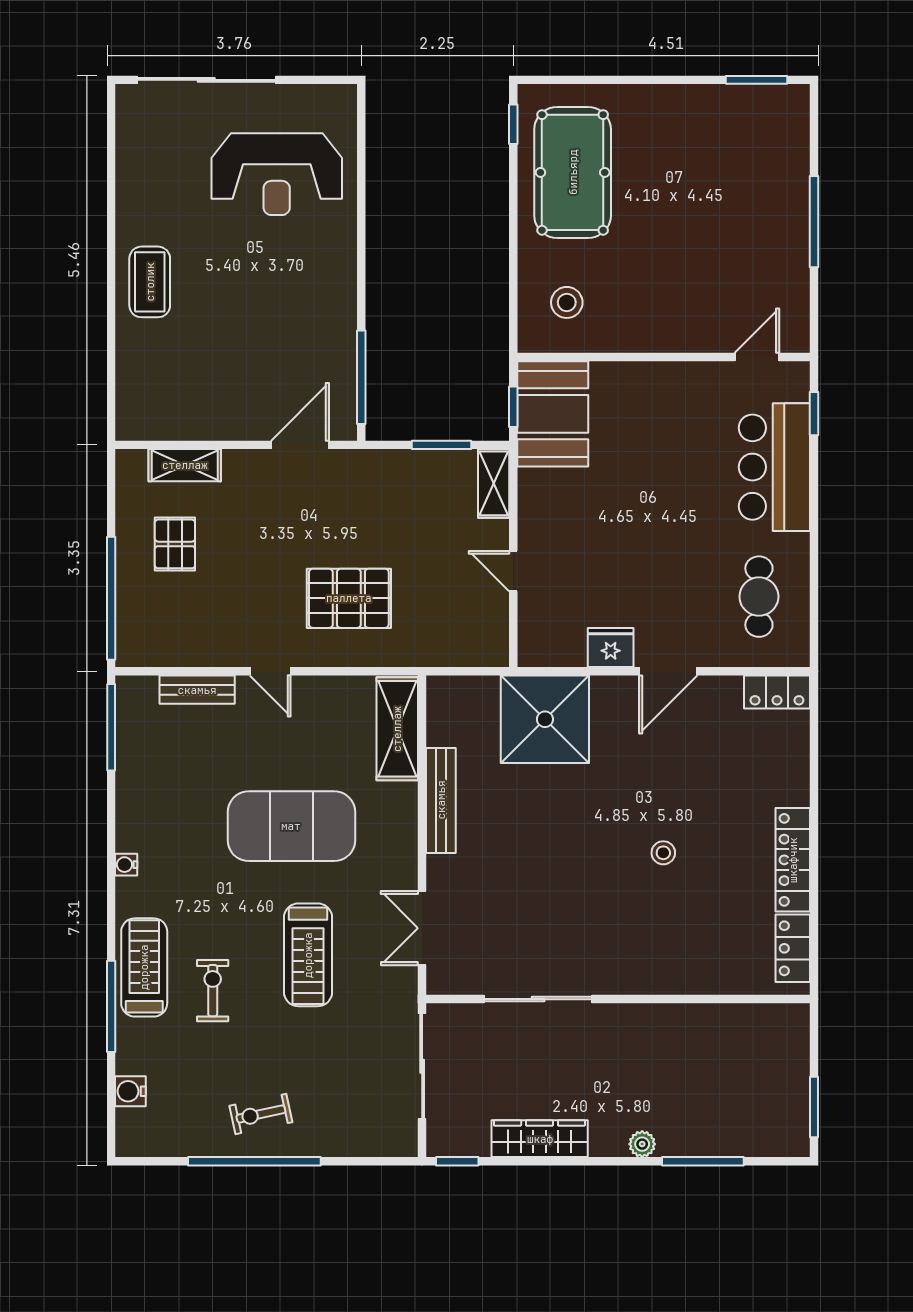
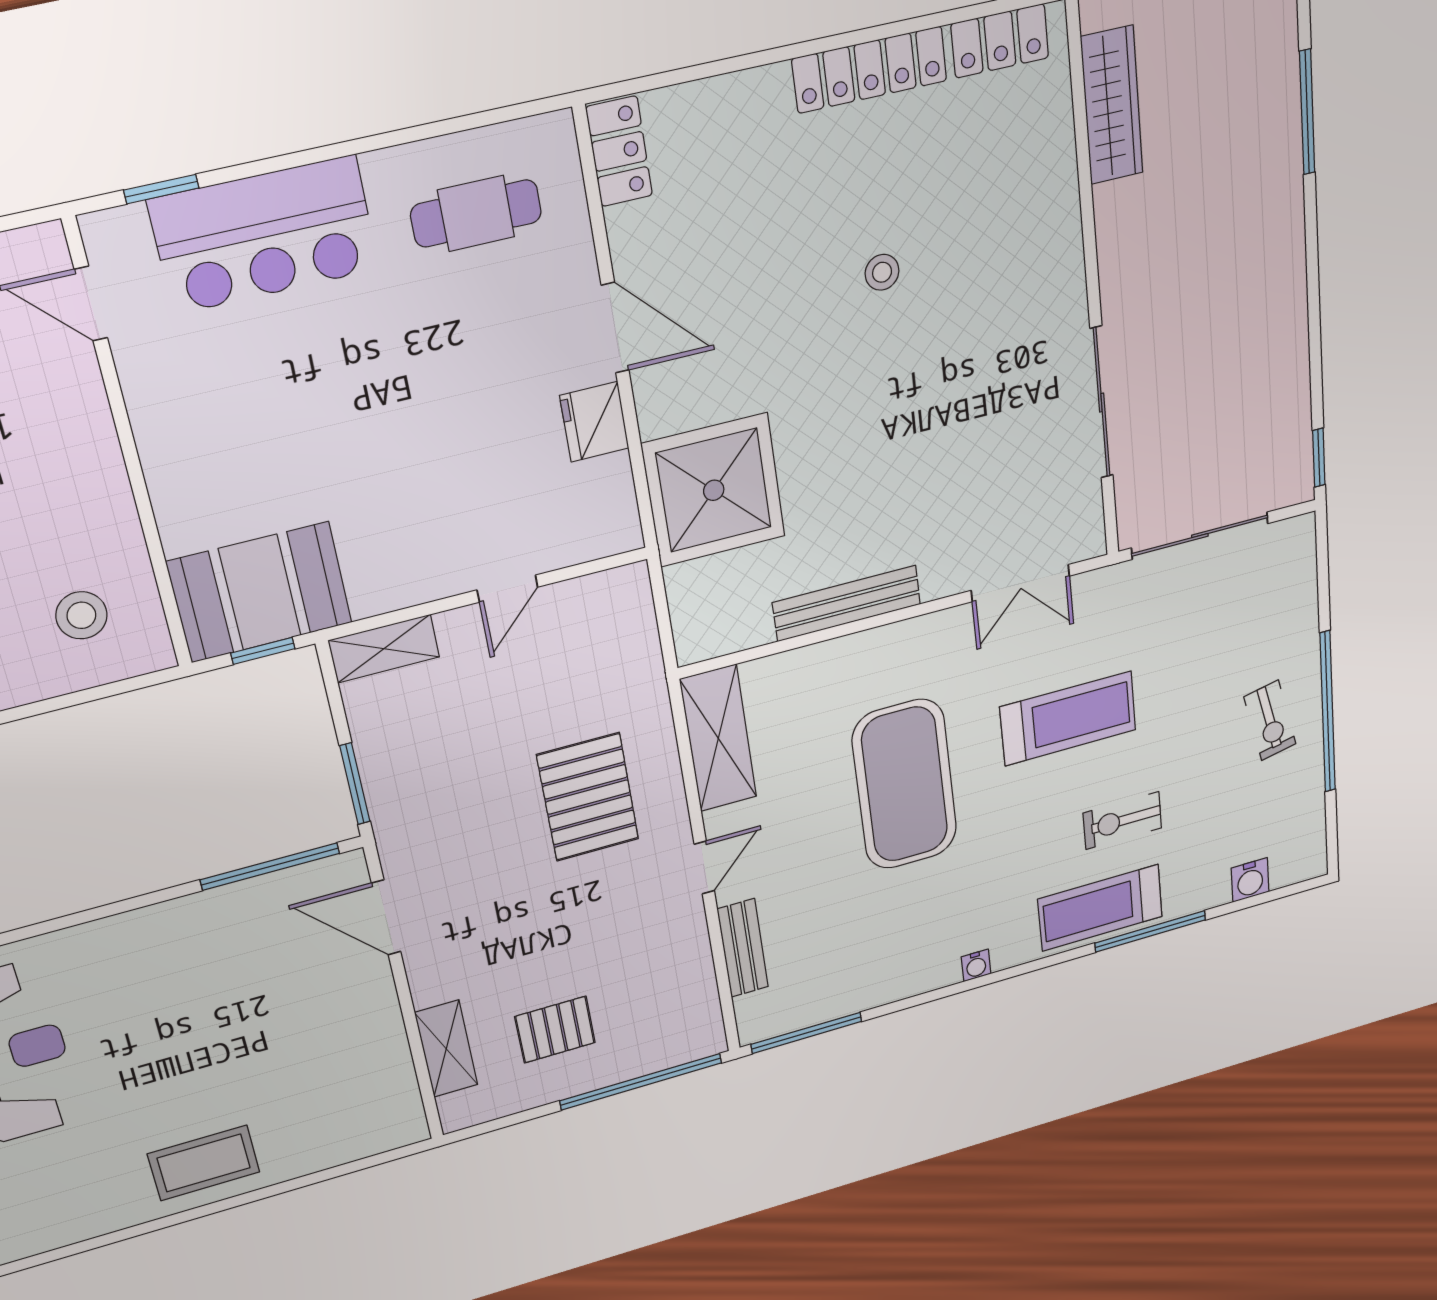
window: (441, 445) -> (355, 784), moved
shelving: (397, 729) -> (718, 738), moved, turned 90
wardrobe: (540, 1139) -> (1112, 105), moved, turned 180
plant: (642, 1144) -> (1287, 207), removed

